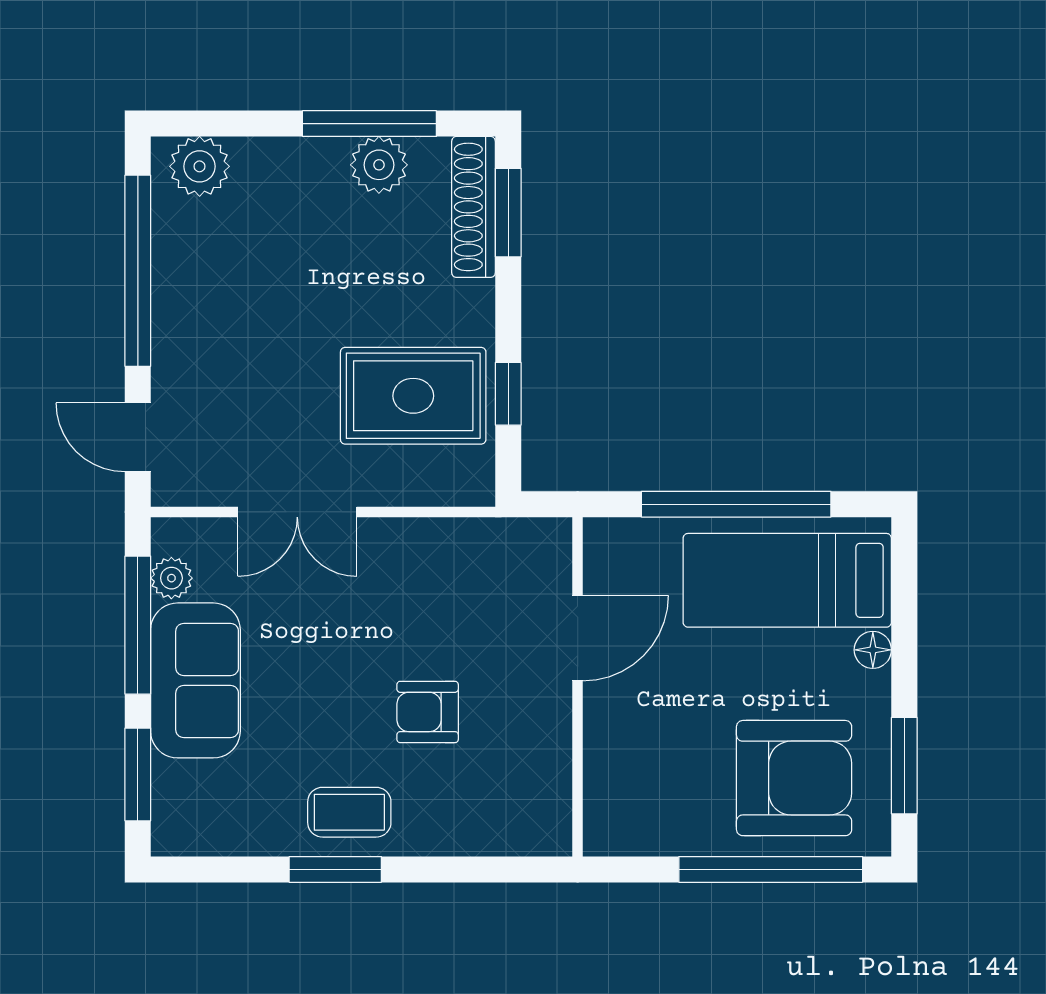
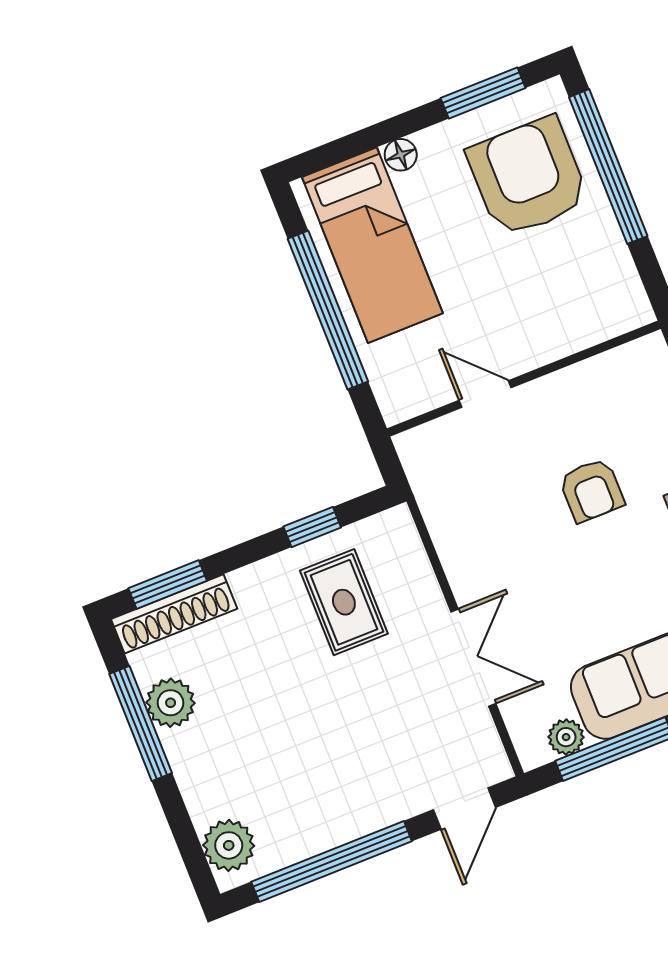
rug: (413, 396) -> (344, 602), width x0.73, depth x0.70
door: (578, 638) -> (485, 394), width x0.73

